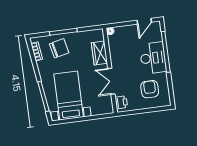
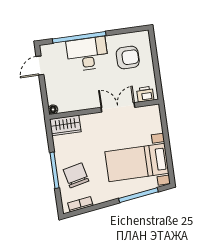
door: (144, 21) -> (40, 66), swing flipped
wardrobe: (99, 53) -> (65, 125), moved
double door: (111, 81) -> (118, 107), swing flipped
armchair: (150, 89) -> (128, 58), turned 180

